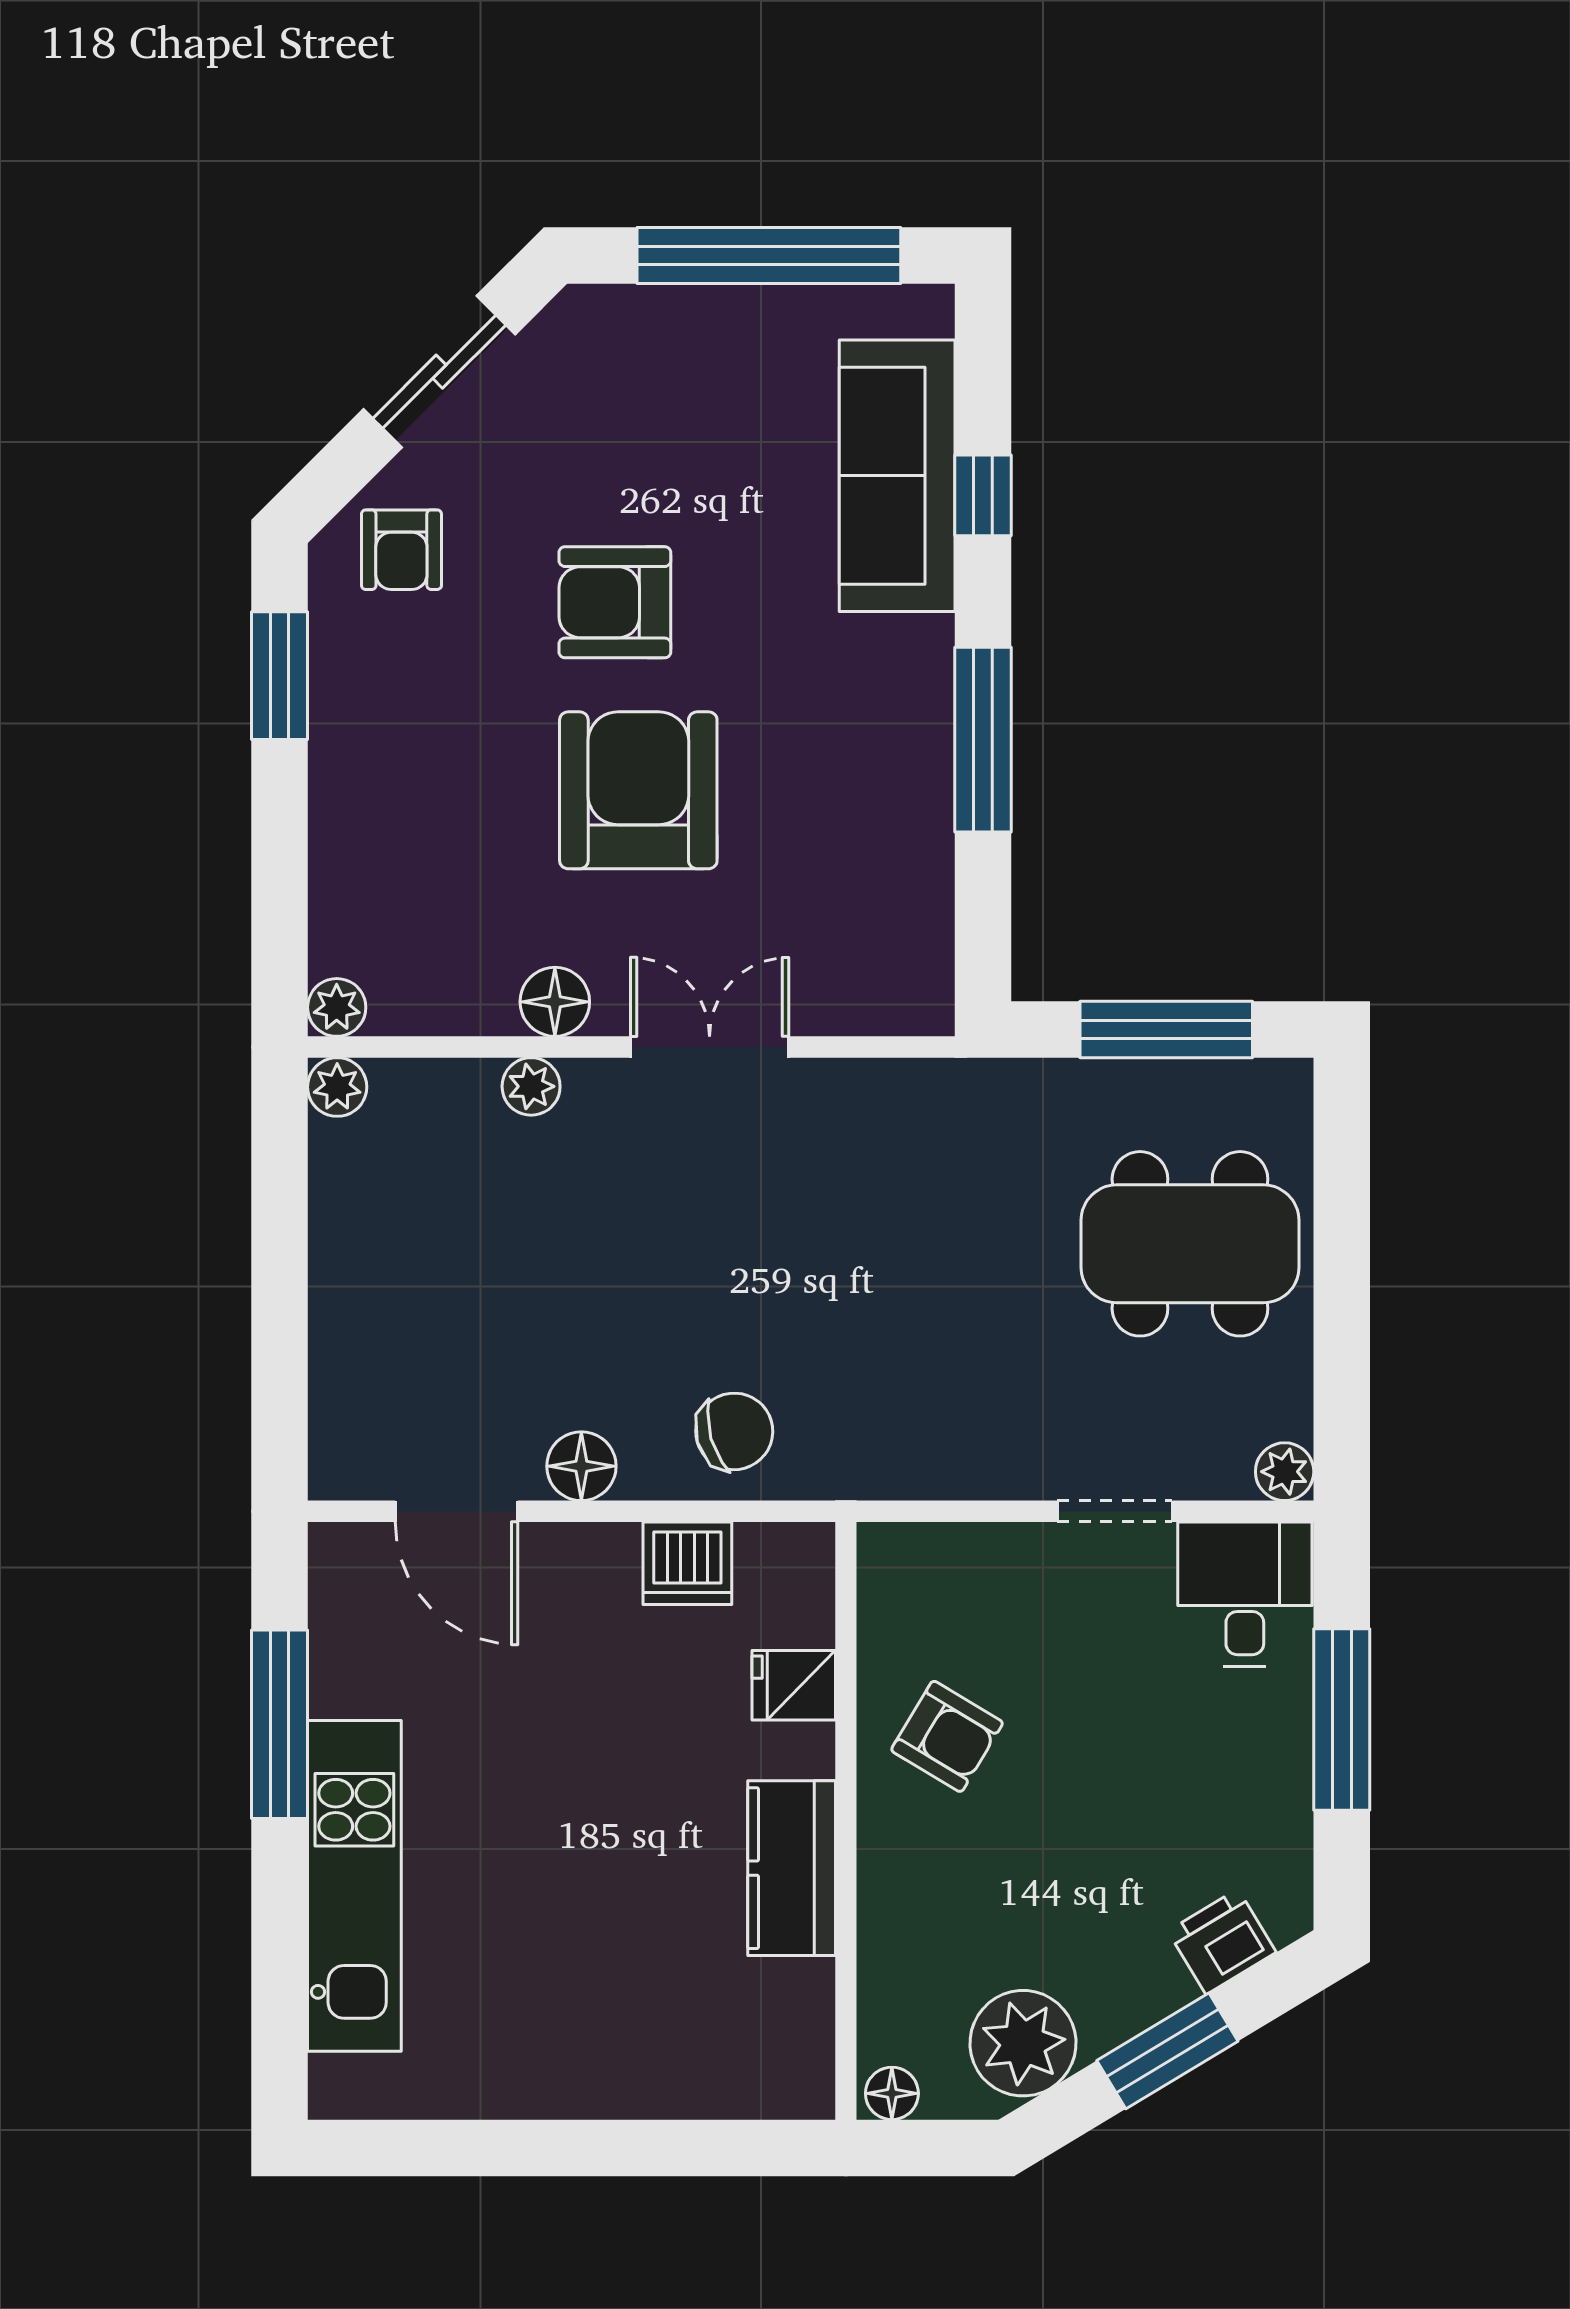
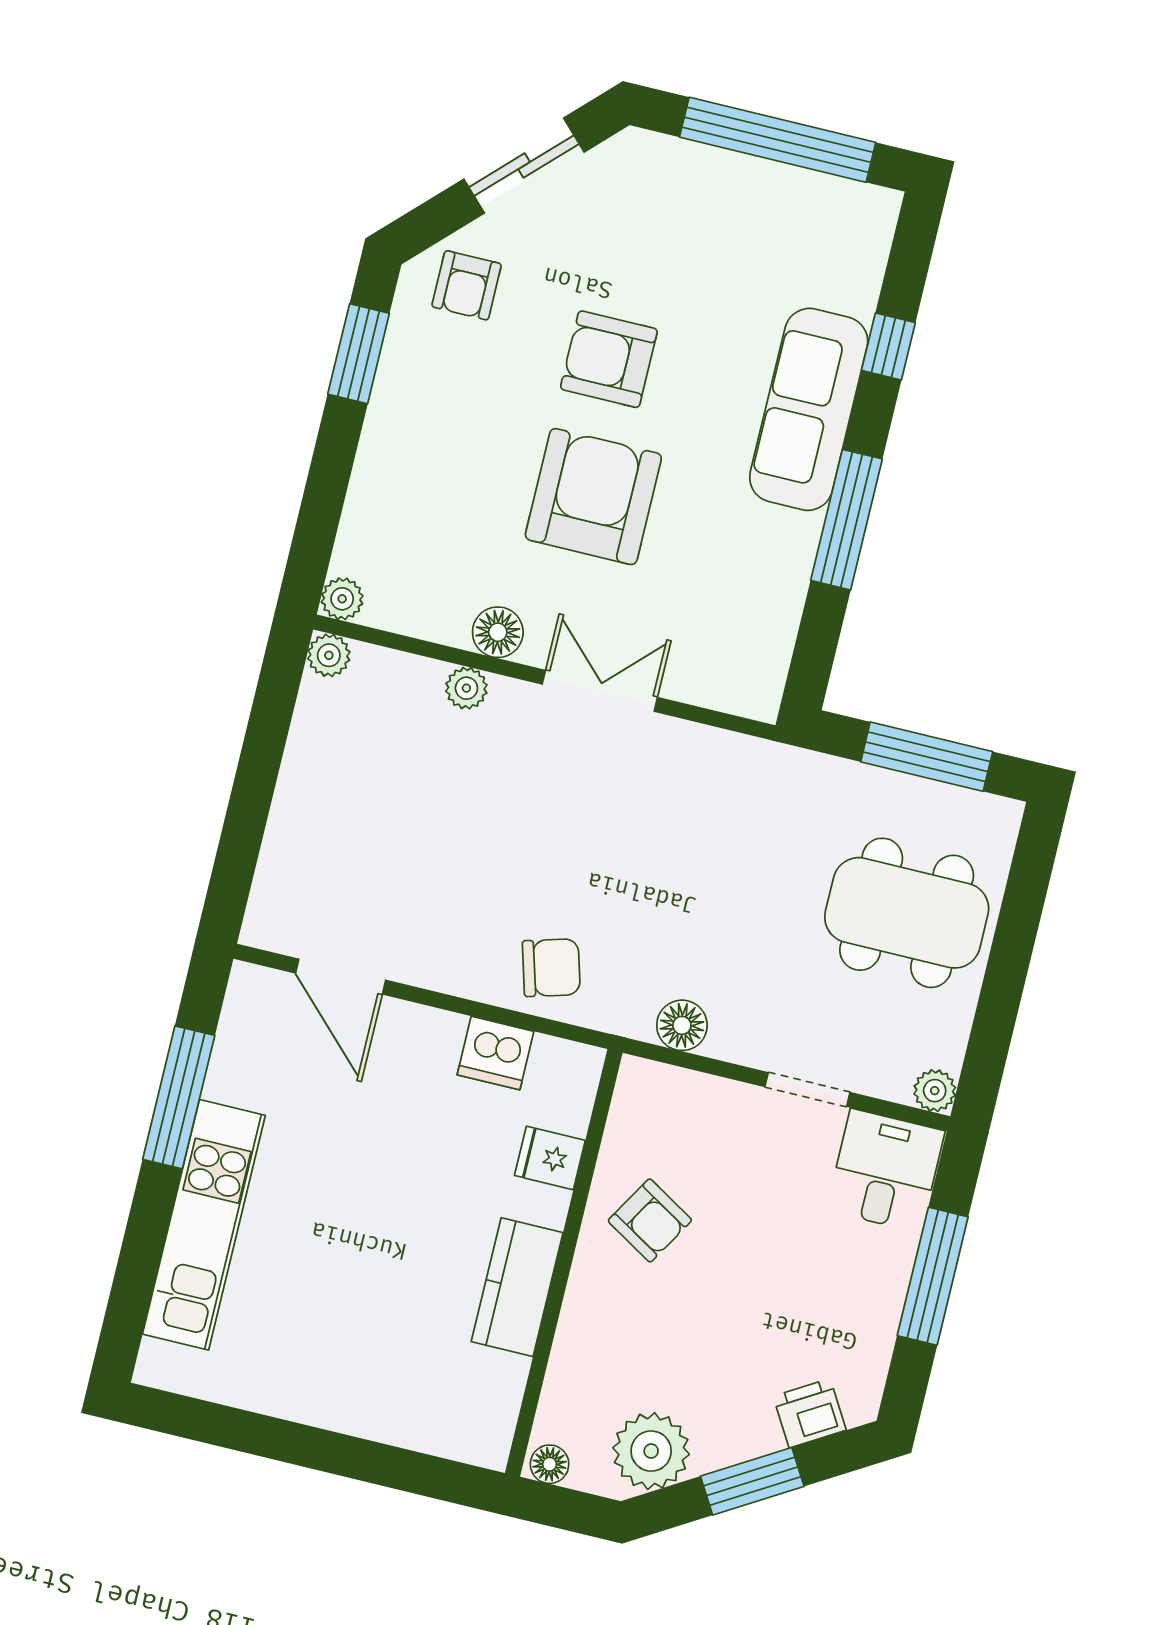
sofa: (897, 476) -> (809, 409), moved
floor lamp: (581, 1466) -> (682, 1025), moved

